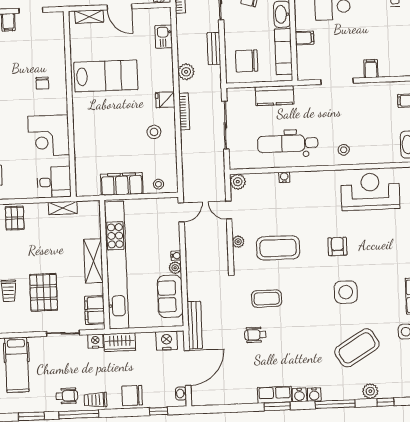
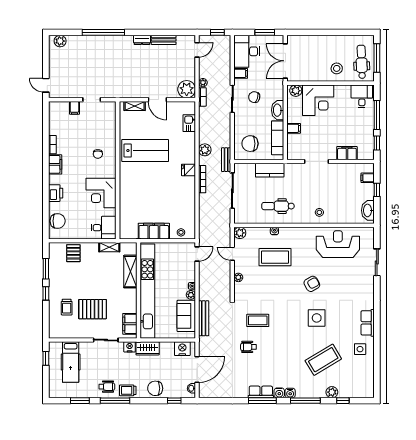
bench: (214, 49) -> (226, 160), moved
filing cabinet: (371, 69) -> (347, 153), width x2.00
stool: (154, 132) -> (179, 194), removed
dental chair: (288, 144) -> (278, 206), width x0.73, depth x0.72
armchair: (337, 246) -> (312, 284), turned 61
coffee table: (278, 248) -> (275, 257), moved
shelving: (93, 261) -> (130, 272), moved
pallet: (44, 292) -> (93, 309), turned 90
bench: (195, 325) -> (204, 318), moved
window: (277, 406) -> (262, 401), width x1.44

